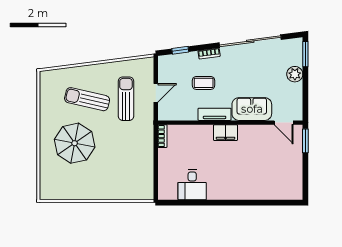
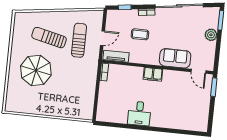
tv unit: (215, 114) -> (116, 56), moved
desk: (192, 185) -> (139, 113), moved

